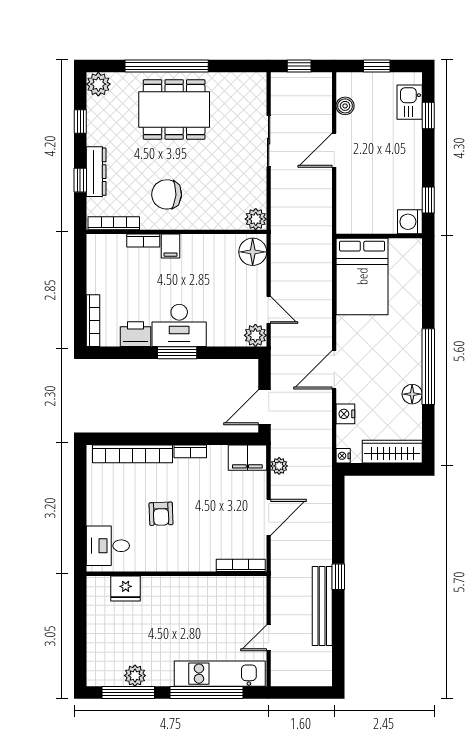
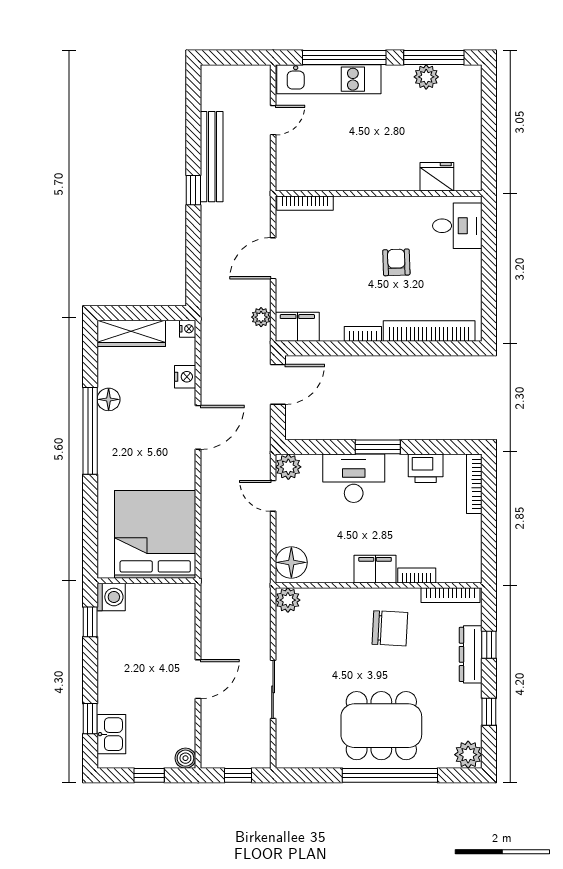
boiler: (345, 106) -> (185, 758), moved
filing cabinet: (170, 246) -> (375, 569), width x2.00
bed: (362, 276) -> (155, 534), width x1.36
desk: (179, 325) -> (354, 478), moved

